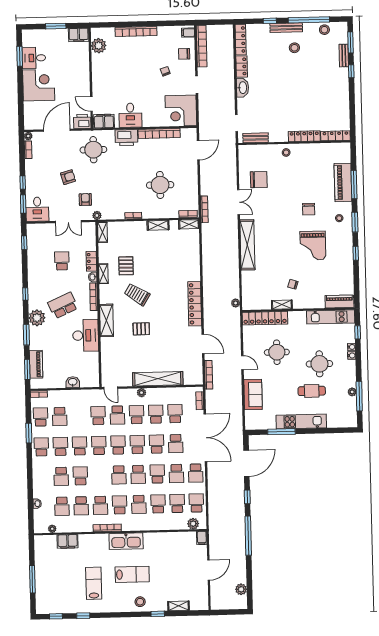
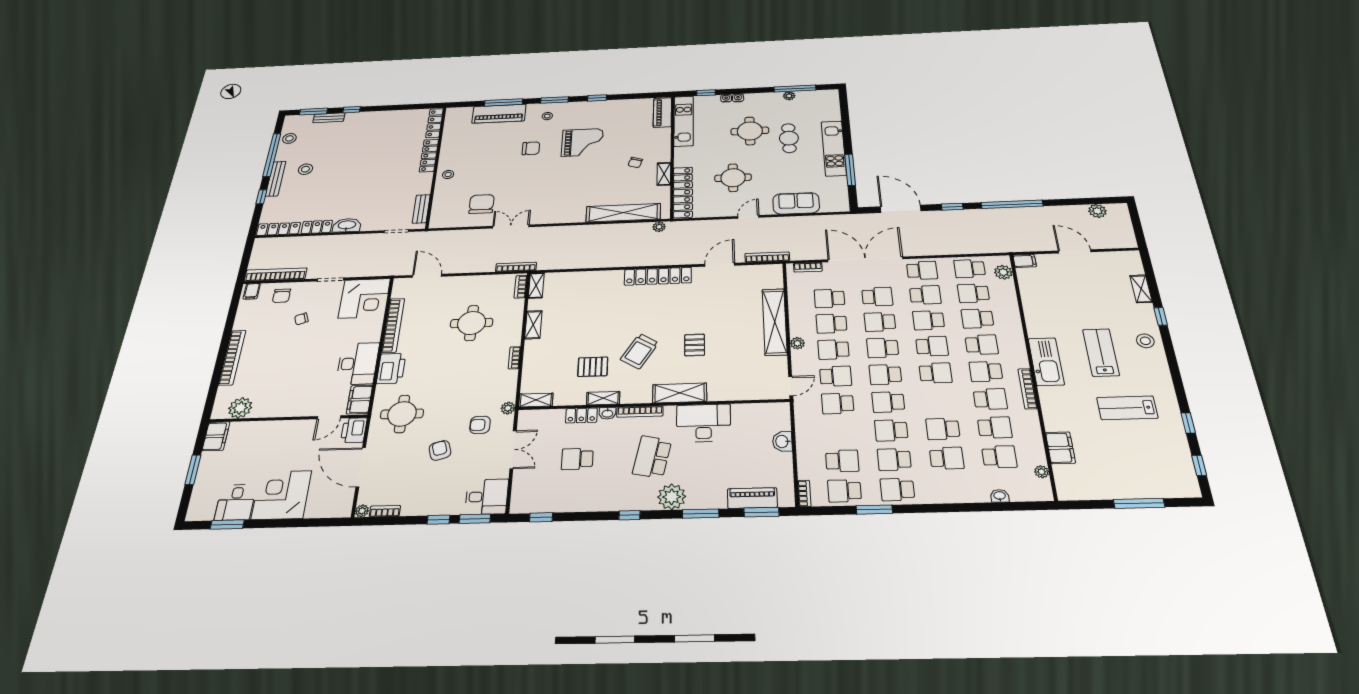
desk: (130, 115) -> (358, 364), width x1.37
shelving: (247, 245) -> (623, 213), moved
school desk: (63, 305) -> (652, 457), turned 36

